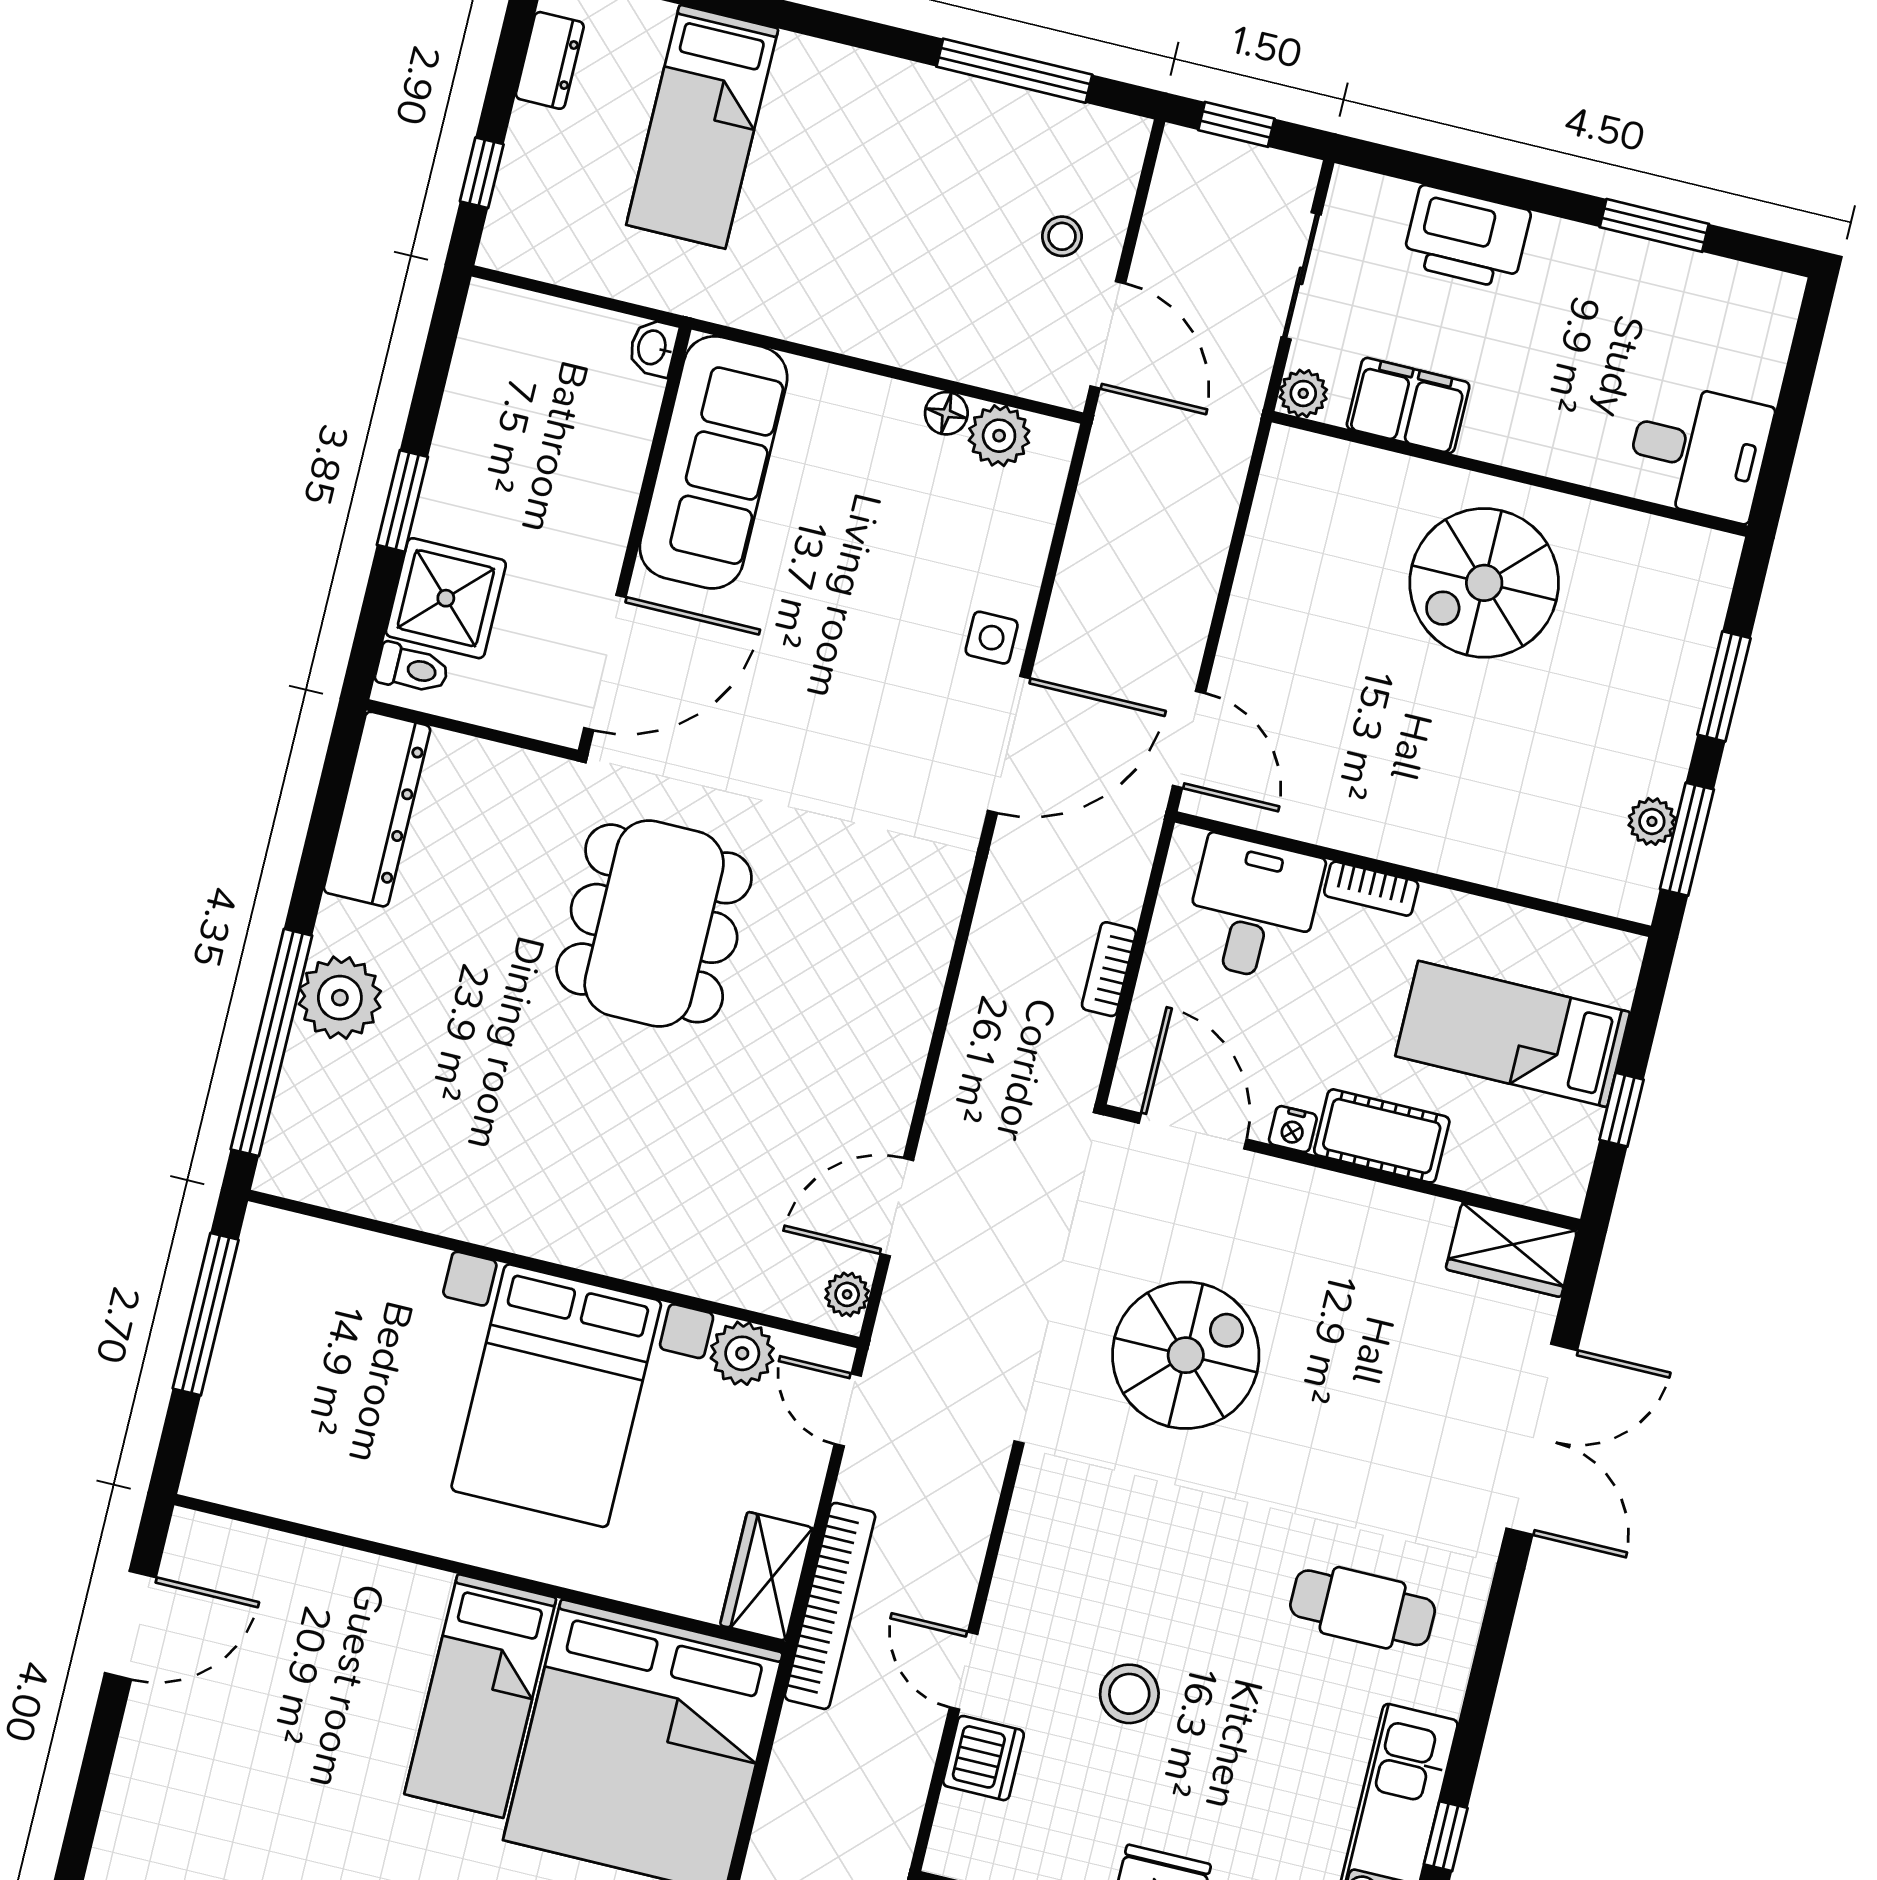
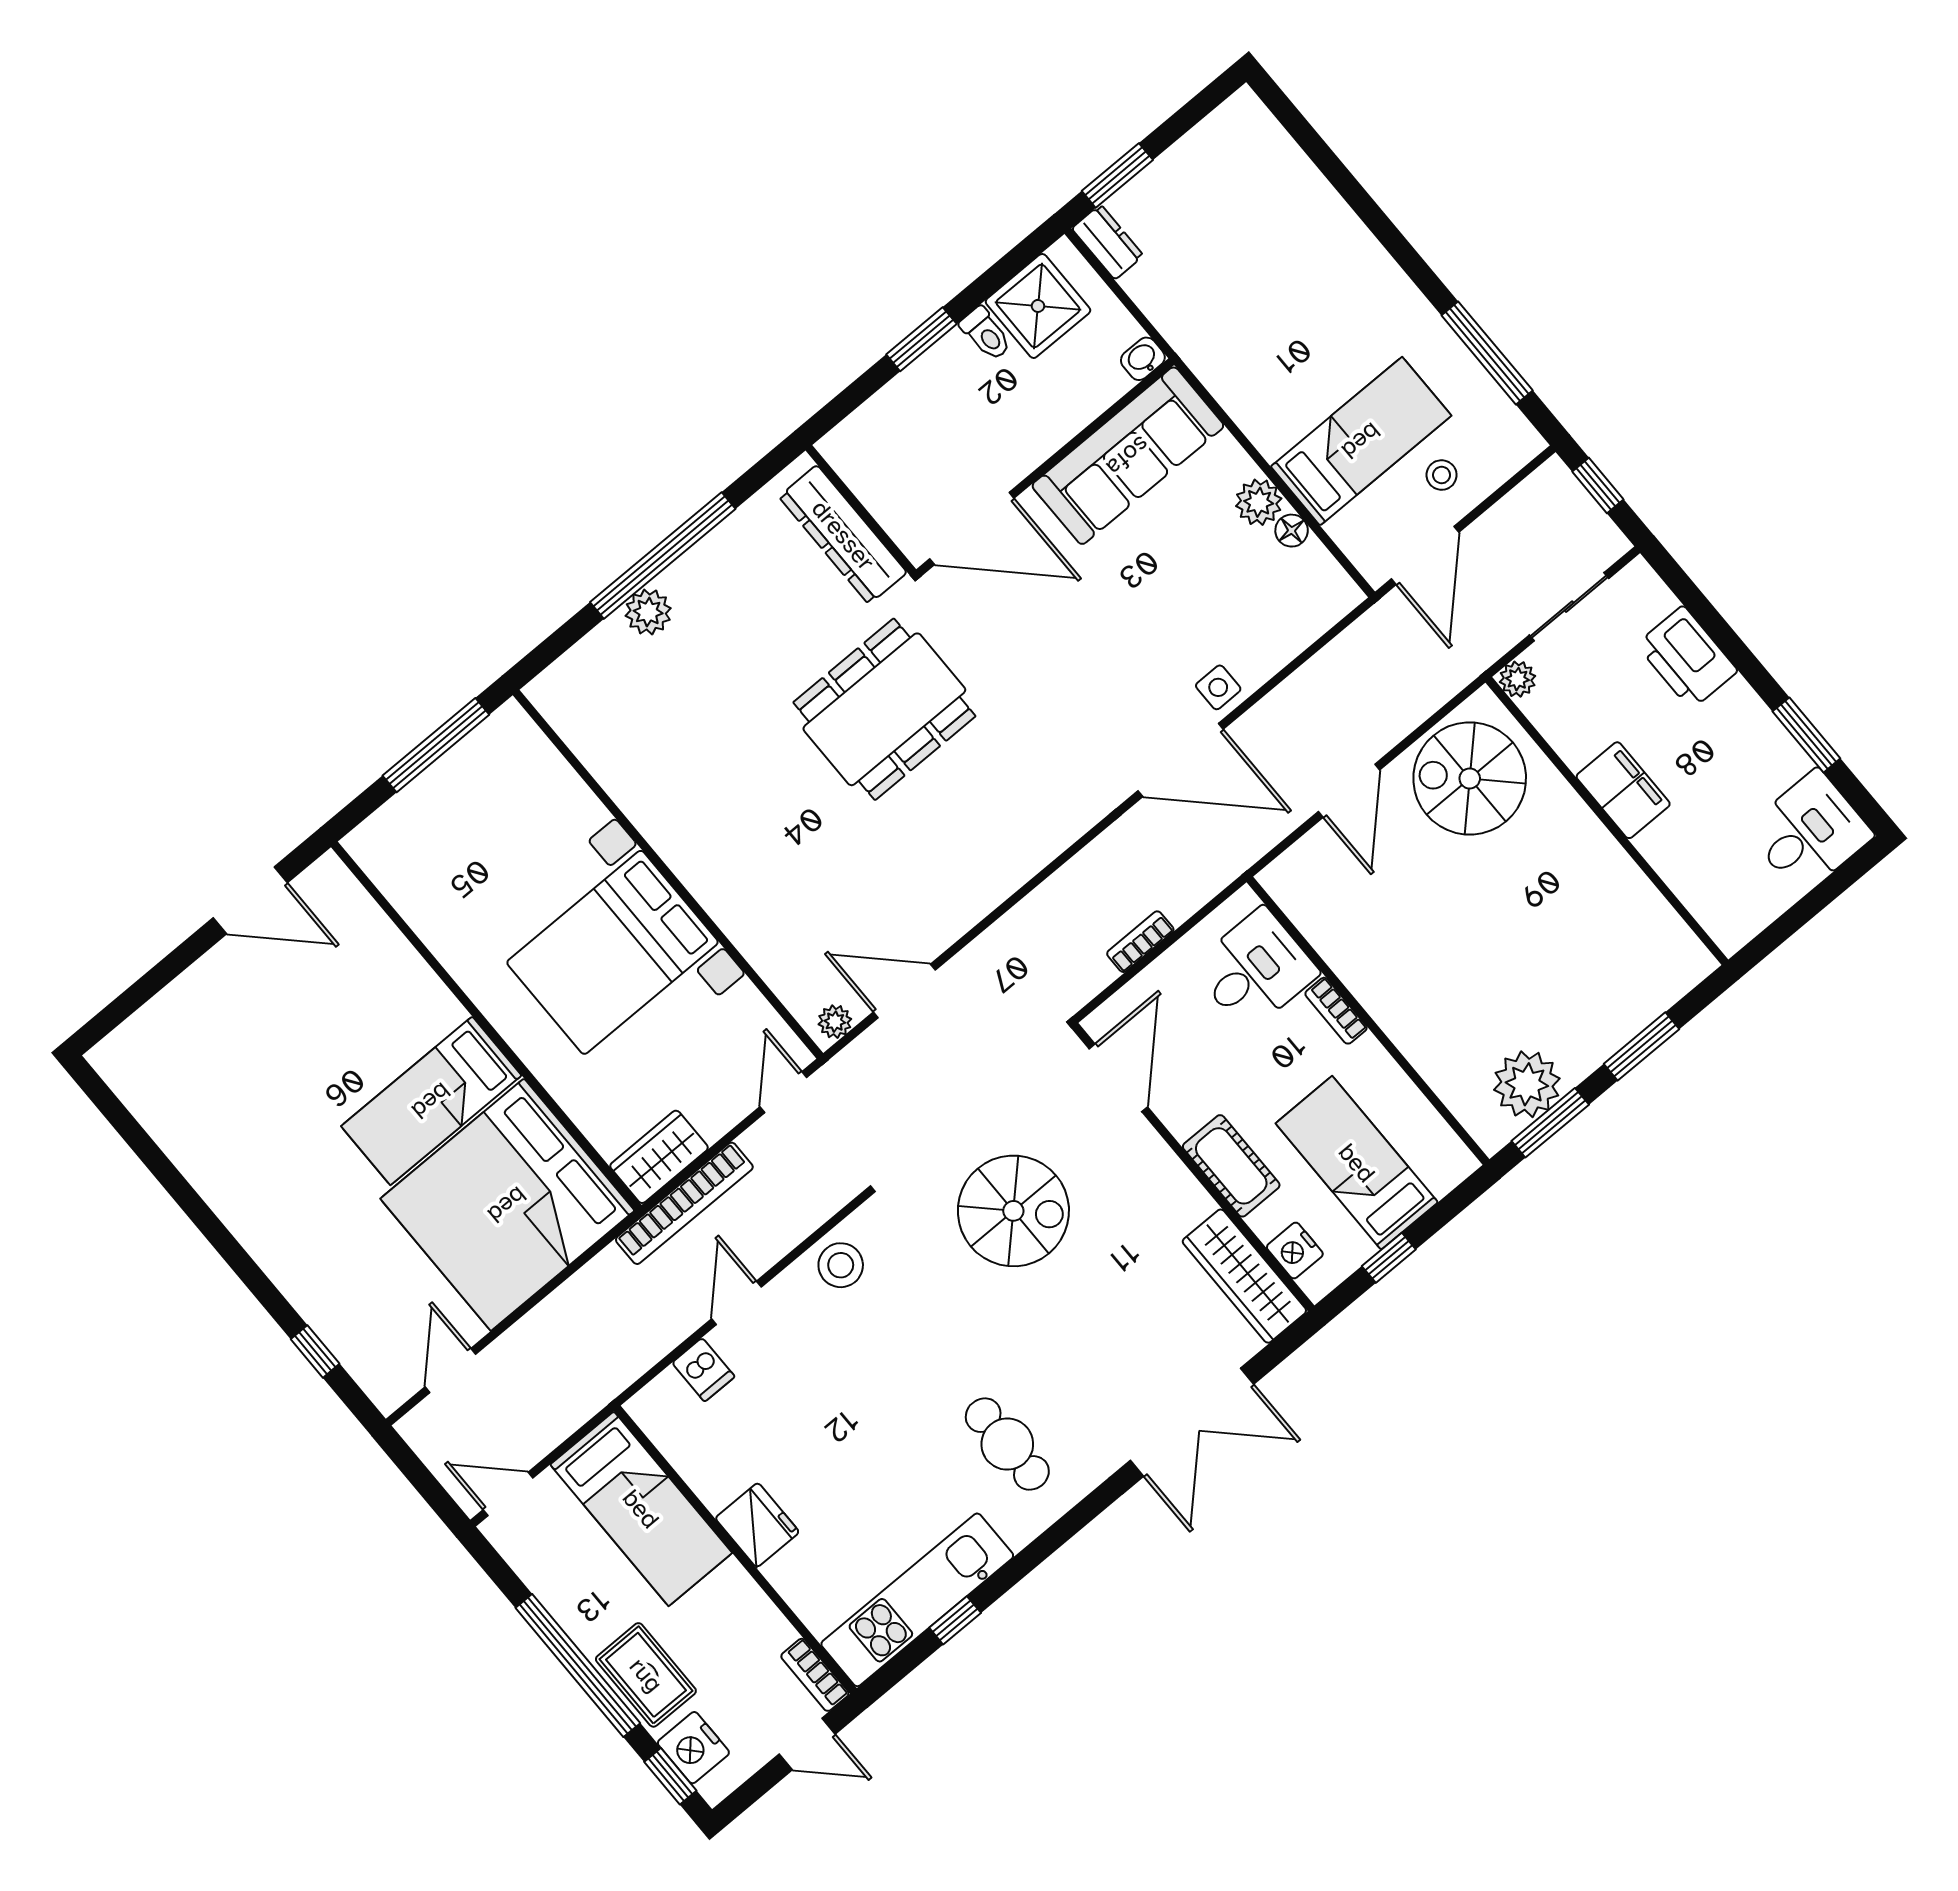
dresser: (550, 60) -> (1108, 242), moved, turned -90
bed: (702, 127) -> (1361, 441), moved, turned 180
window: (482, 173) -> (1117, 175), width x1.50
filing cabinet: (1408, 405) -> (1623, 790), moved
plant: (999, 436) -> (1259, 502), moved
desk: (1699, 451) -> (1809, 832), moved, turned -90
spiral stairs: (1484, 583) -> (1470, 778), moved
shower: (446, 598) -> (1038, 306), moved
toilet: (412, 669) -> (986, 334), moved
door: (1189, 740) -> (1349, 791), moved
dresser: (377, 809) -> (843, 535), moved, turned 90
plant: (1652, 821) -> (1527, 1084), width x1.88, depth x1.88
plant: (340, 998) -> (648, 612), width x0.73, depth x0.73
window: (271, 1042) -> (663, 556), moved
nightstand: (1293, 1129) -> (1295, 1251), moved, width x1.39, depth x1.35
wardrobe: (1511, 1250) -> (1244, 1276), width x1.50
plant: (742, 1353) -> (745, 1010), removed
stool: (1129, 1694) -> (841, 1265), moved
dishwasher: (983, 1758) -> (703, 1370), width x0.73

